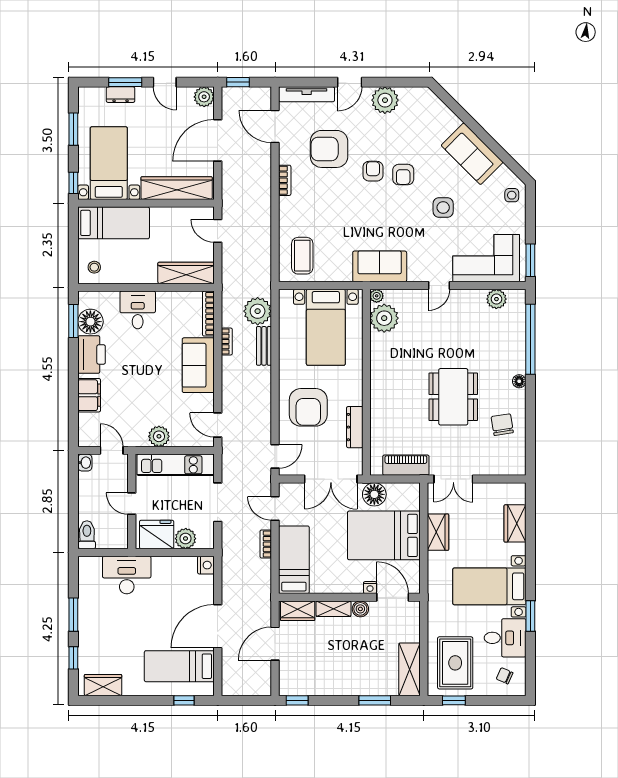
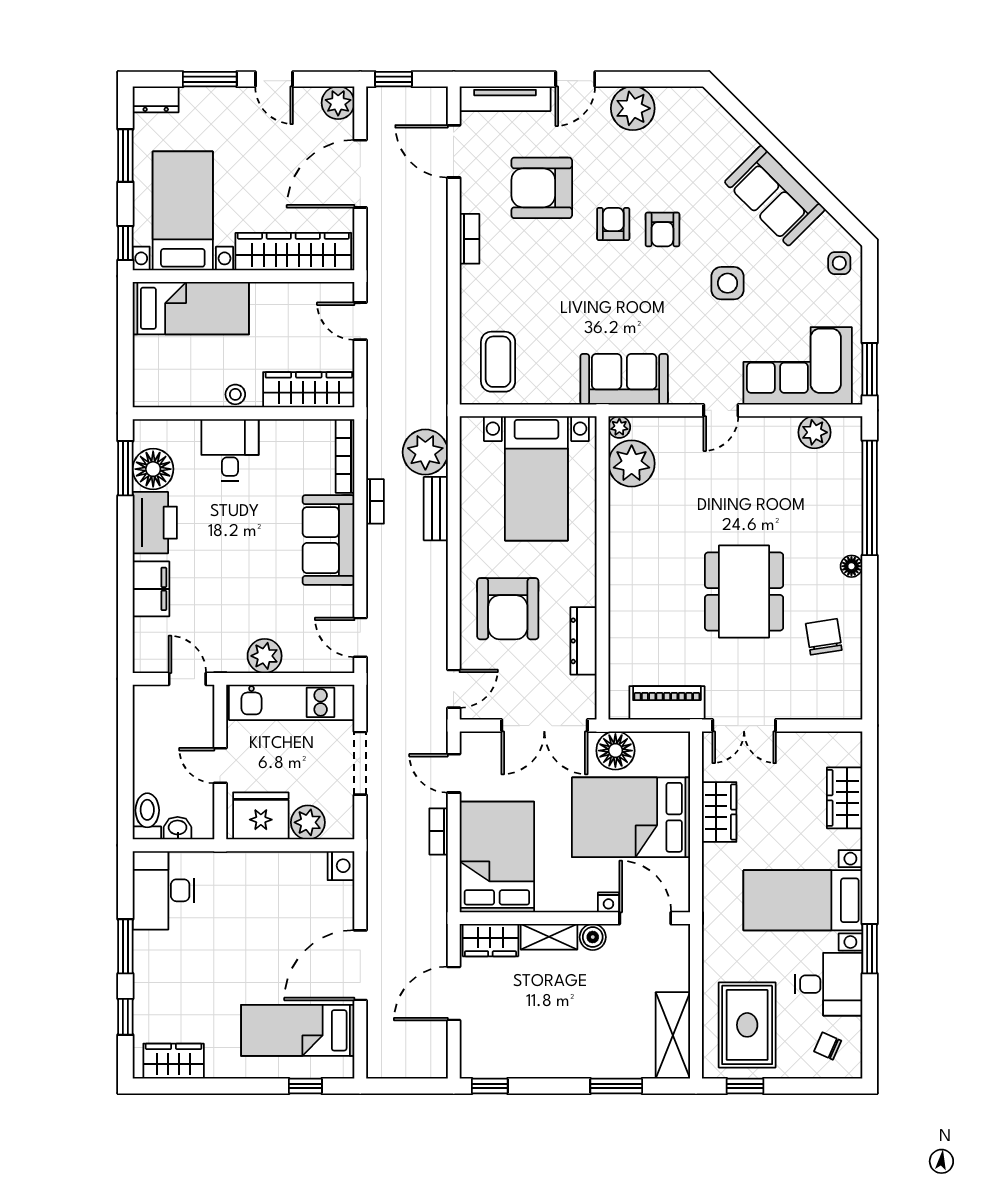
dresser: (121, 95) -> (156, 99), moved
stool: (94, 267) -> (235, 394), moved
washbasin: (85, 463) -> (178, 828), moved, turned -90
bed: (294, 560) -> (497, 857), width x1.50
desk: (127, 575) -> (164, 890), moved, turned -90

